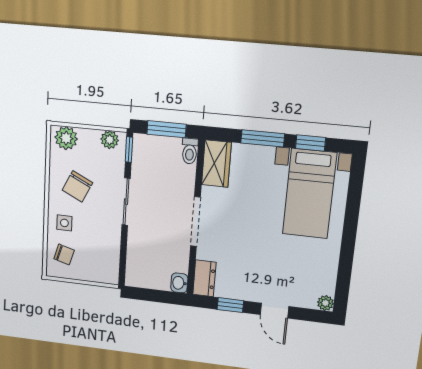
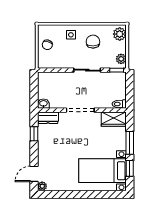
window: (166, 129) -> (130, 90), removed
chair: (77, 186) -> (93, 42), turned 62
chair: (64, 254) -> (47, 45), moved
door: (274, 311) -> (34, 174), moved

